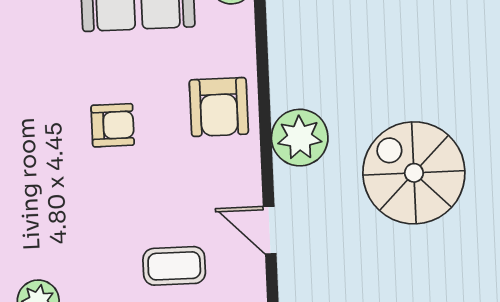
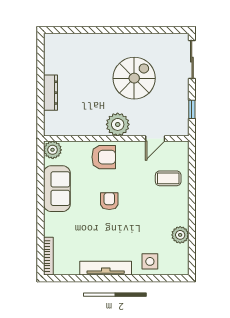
spiral stairs: (414, 173) -> (134, 78), turned 180
coffee table: (174, 266) -> (168, 178), turned 90

